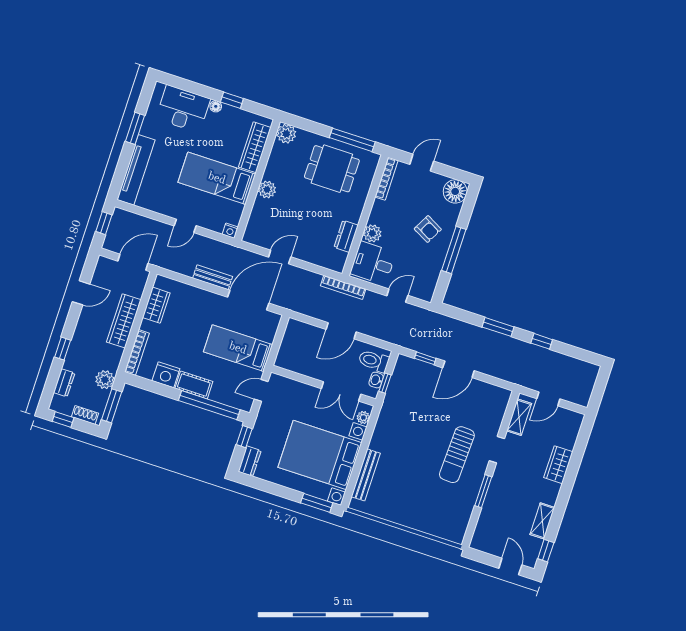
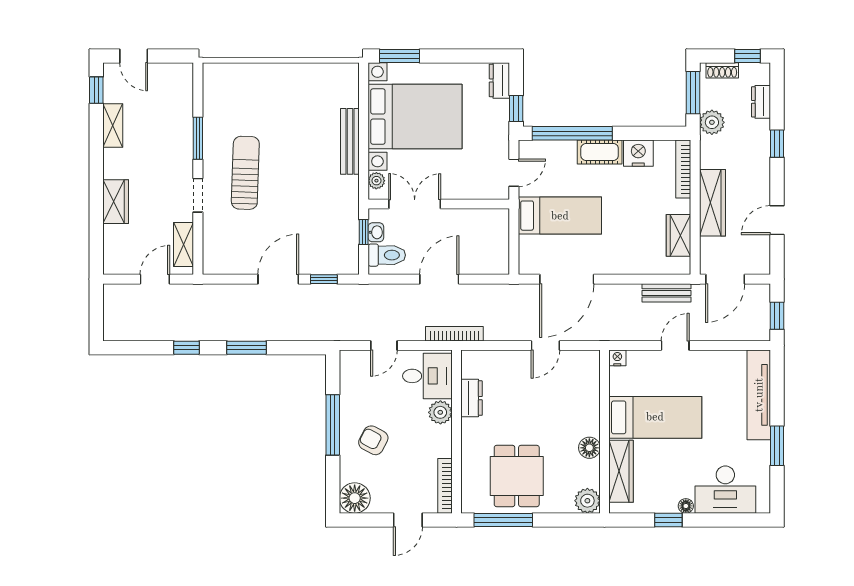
dining table: (332, 169) -> (517, 476), turned 90
floor lamp: (272, 172) -> (589, 448), added
plant: (267, 190) -> (589, 424), removed
bench: (213, 277) -> (666, 293), moved
bench: (366, 475) -> (350, 141), moved

